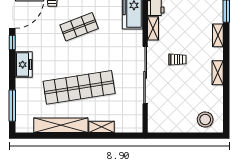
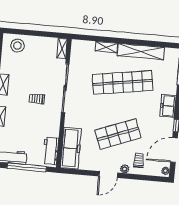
shop shelf: (79, 27) -> (118, 134), width x1.43, depth x1.36
shelving: (153, 28) -> (62, 48), moved

